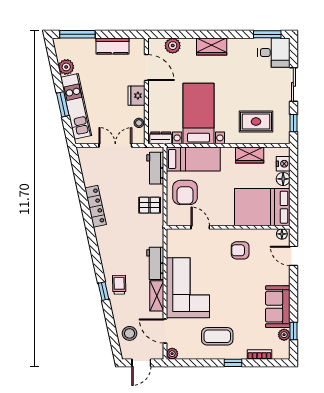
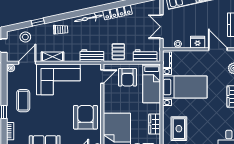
door: (146, 68) -> (218, 49), swing flipped
double door: (115, 145) -> (162, 27), swing flipped
armchair: (185, 192) -> (127, 77), turned -90
door: (200, 227) -> (102, 77), moved
bicycle: (104, 246) -> (88, 18), added
armchair: (240, 250) -> (86, 117), width x1.88, depth x1.88
workbench: (155, 263) -> (92, 56), moved
window: (103, 291) -> (38, 22), moved

